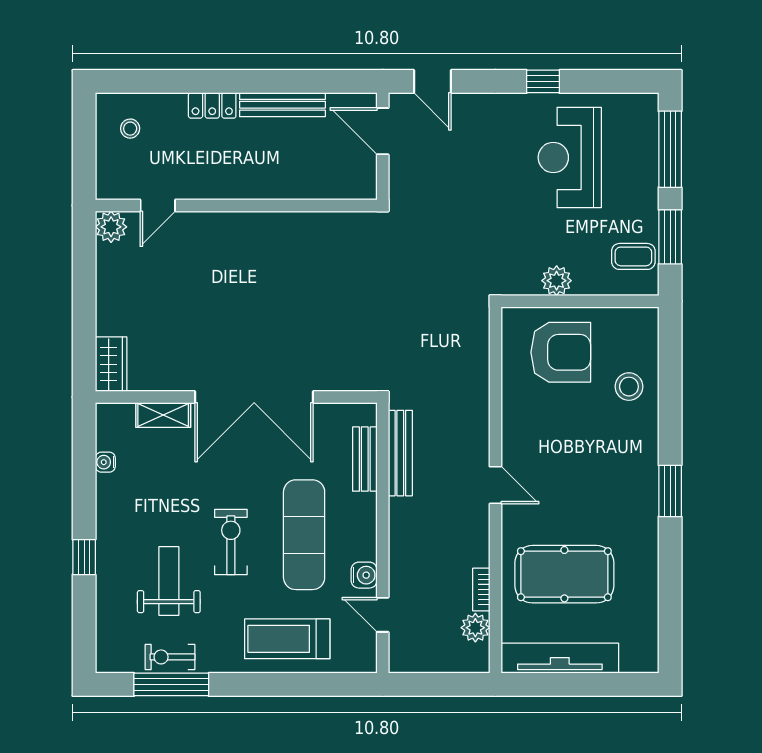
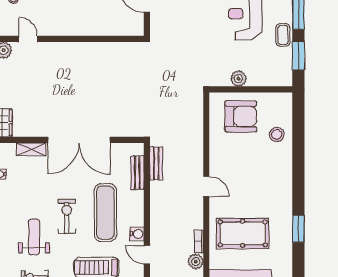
door: (158, 205) -> (28, 39), swing flipped
coffee table: (633, 256) -> (283, 35), moved, turned 90
bench: (400, 453) -> (156, 164), width x0.73
window: (670, 491) -> (298, 229), moved

